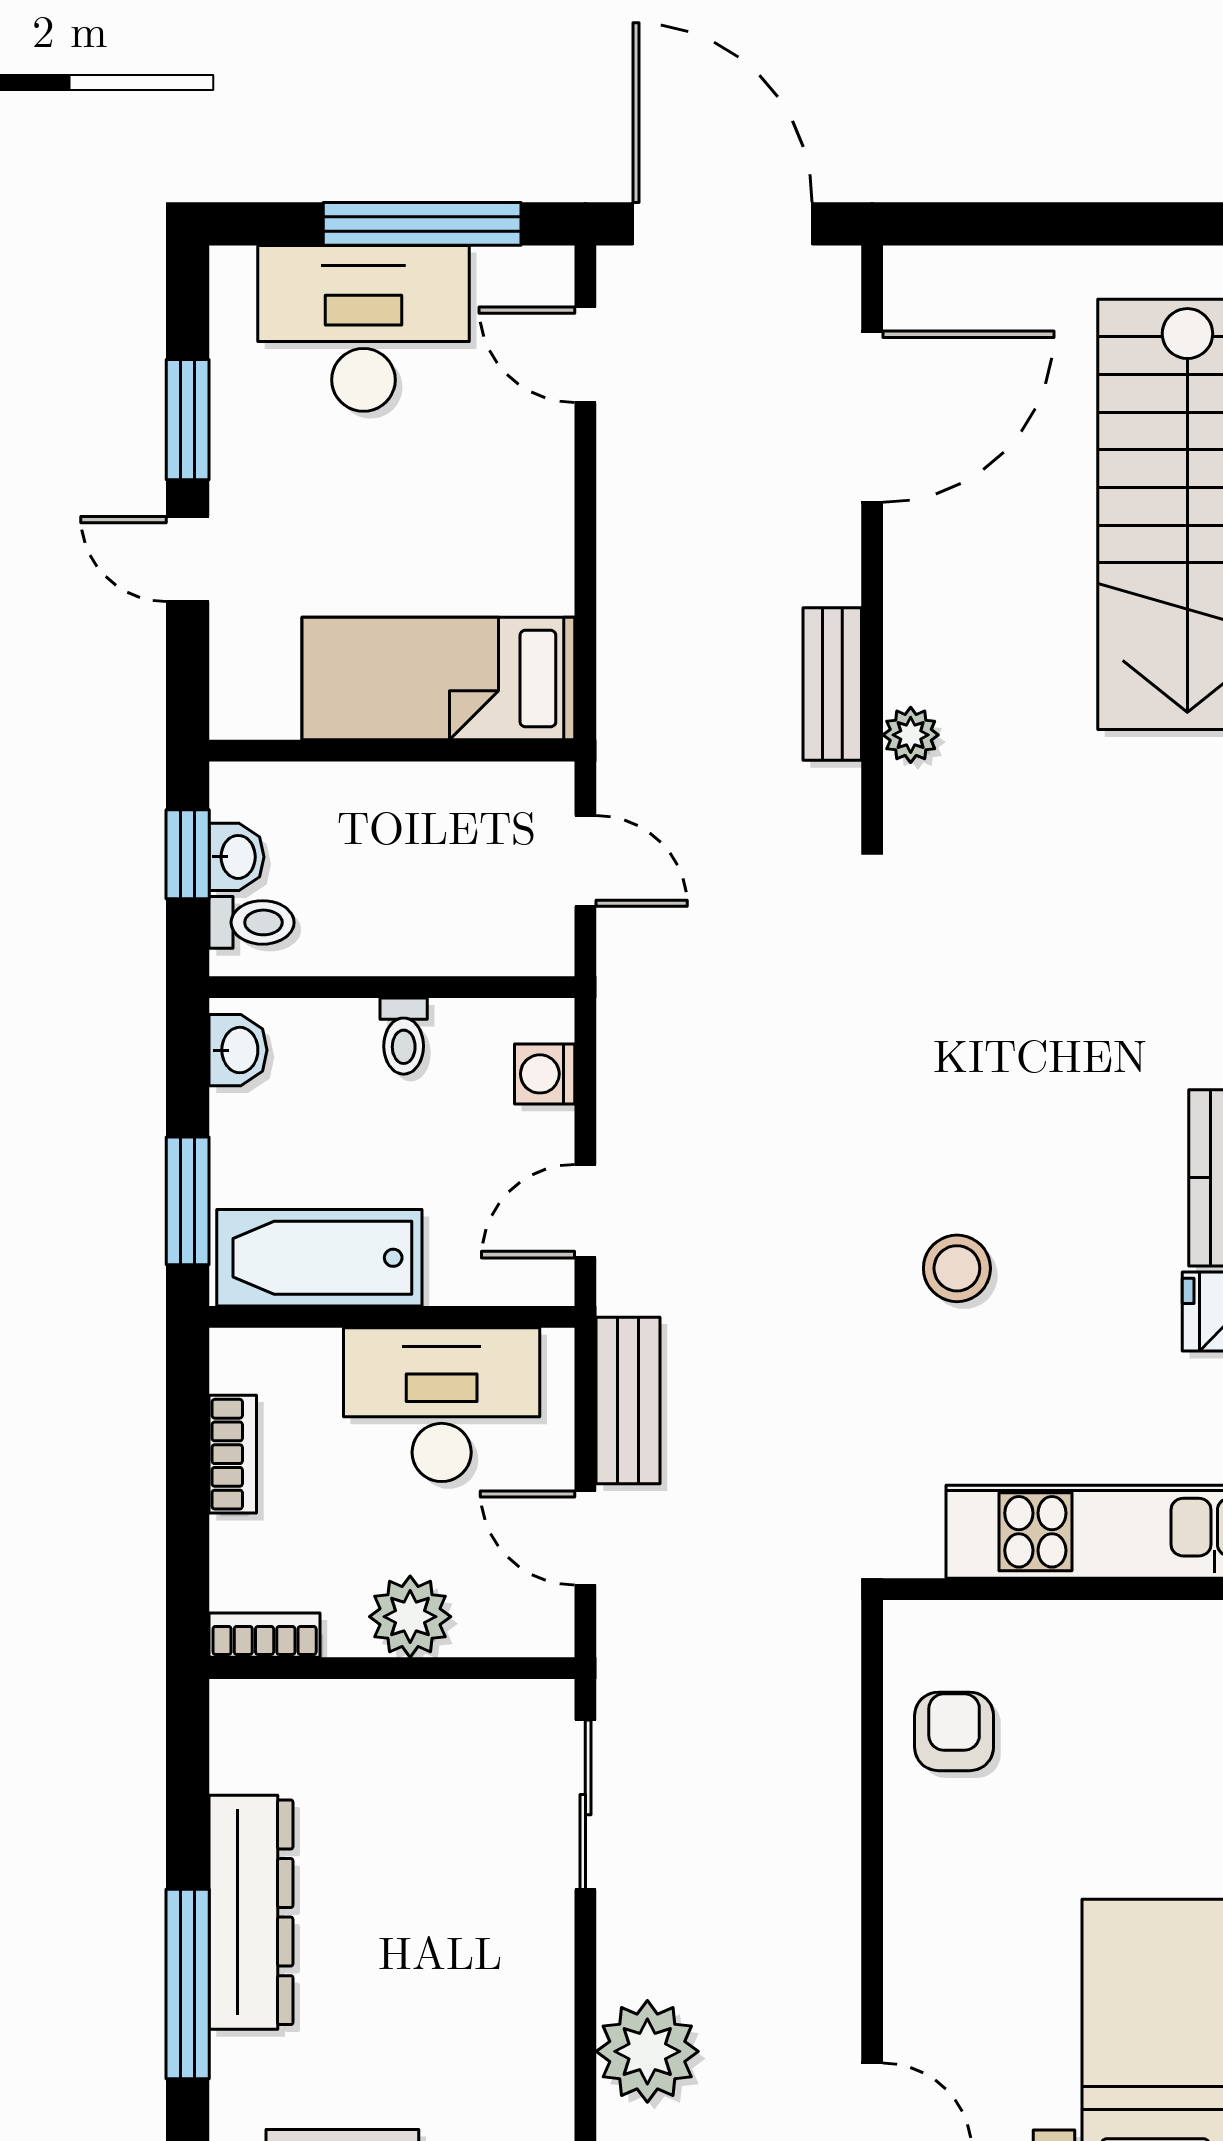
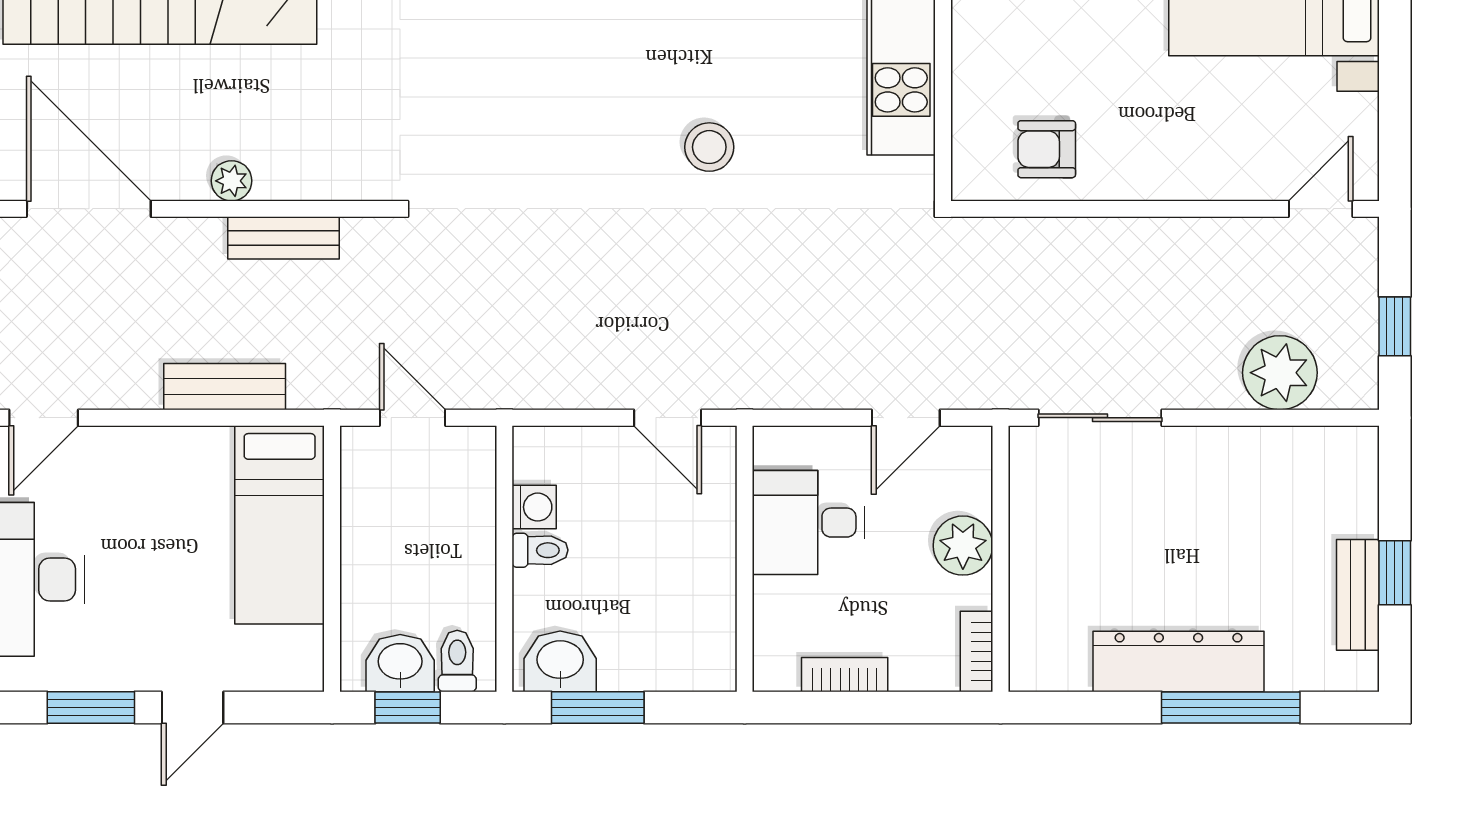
plant: (911, 735) -> (232, 181), moved
washbasin: (237, 857) -> (400, 663), width x1.38, depth x1.45
door: (585, 861) -> (412, 418), hinge flipped
washbasin: (238, 1050) -> (560, 661), width x1.38, depth x1.45
washing machine: (545, 1074) -> (534, 507), moved, turned -90
window: (188, 1201) -> (598, 708), moved
bathtub: (319, 1258) -> (702, 612), removed
bench: (628, 1400) -> (225, 387), moved
desk: (442, 1405) -> (809, 523), width x0.73

